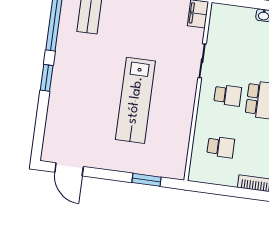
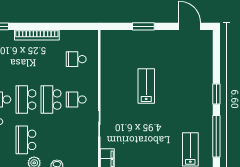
lab bench: (135, 100) -> (146, 86), width x0.54, depth x0.72
window: (146, 180) -> (143, 26), moved

